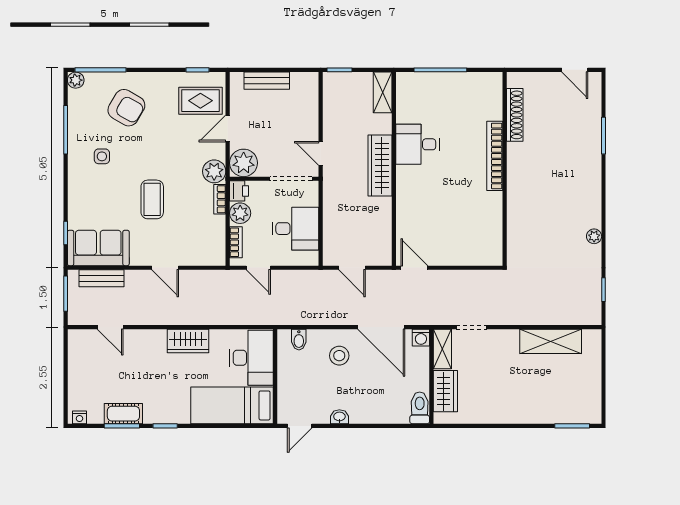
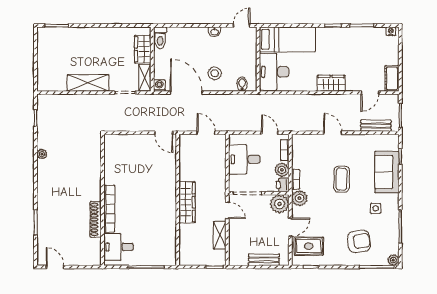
shelving: (383, 92) -> (220, 235), moved
armchair: (126, 108) -> (359, 241), turned 142
shoe rack: (515, 115) -> (96, 219), moved
desk: (417, 144) -> (119, 247), moved, turned 180
sofa: (98, 248) -> (387, 172), moved, turned 90
door: (110, 327) -> (370, 93), swing flipped
wardrobe: (188, 341) -> (331, 83), moved
shelving: (551, 341) -> (88, 83), moved
cot: (123, 414) -> (392, 78), moved, turned 90

